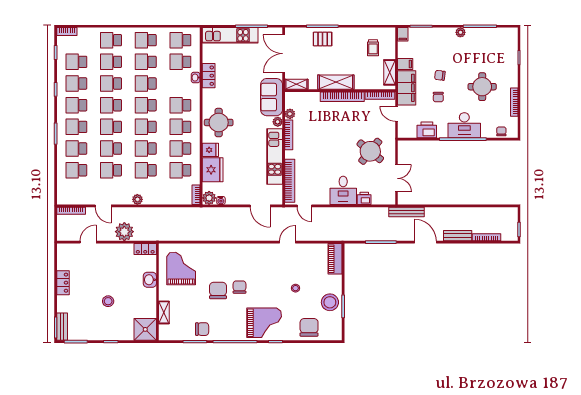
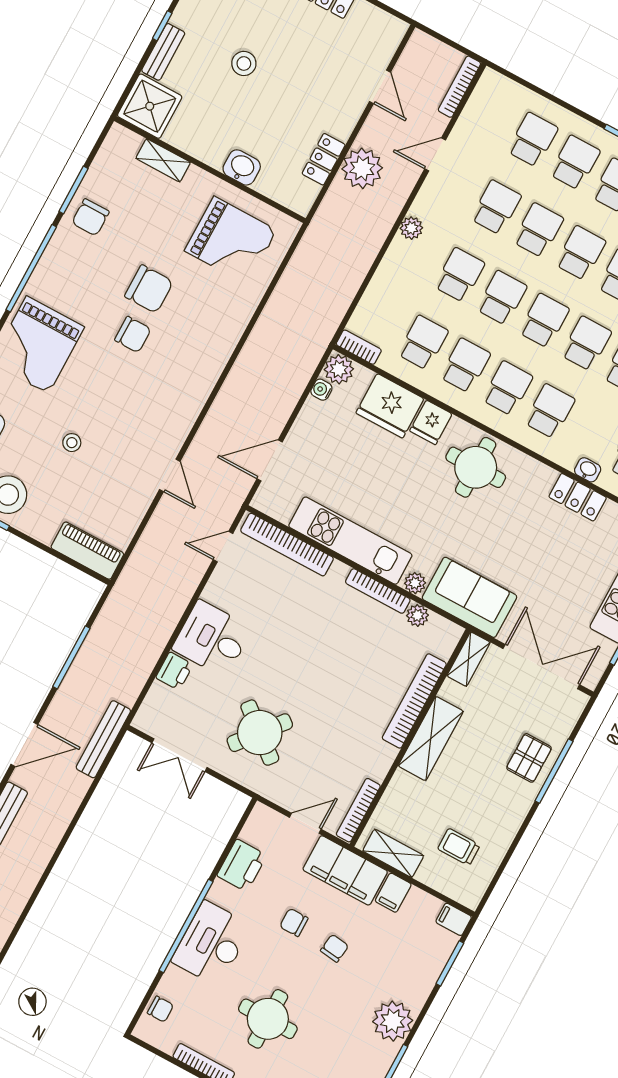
plant: (460, 32) -> (393, 1021), width x1.87, depth x1.87
bookcase: (342, 97) -> (414, 701), moved
locker: (145, 249) -> (324, 159), moved
bench: (121, 336) -> (163, 52), added

